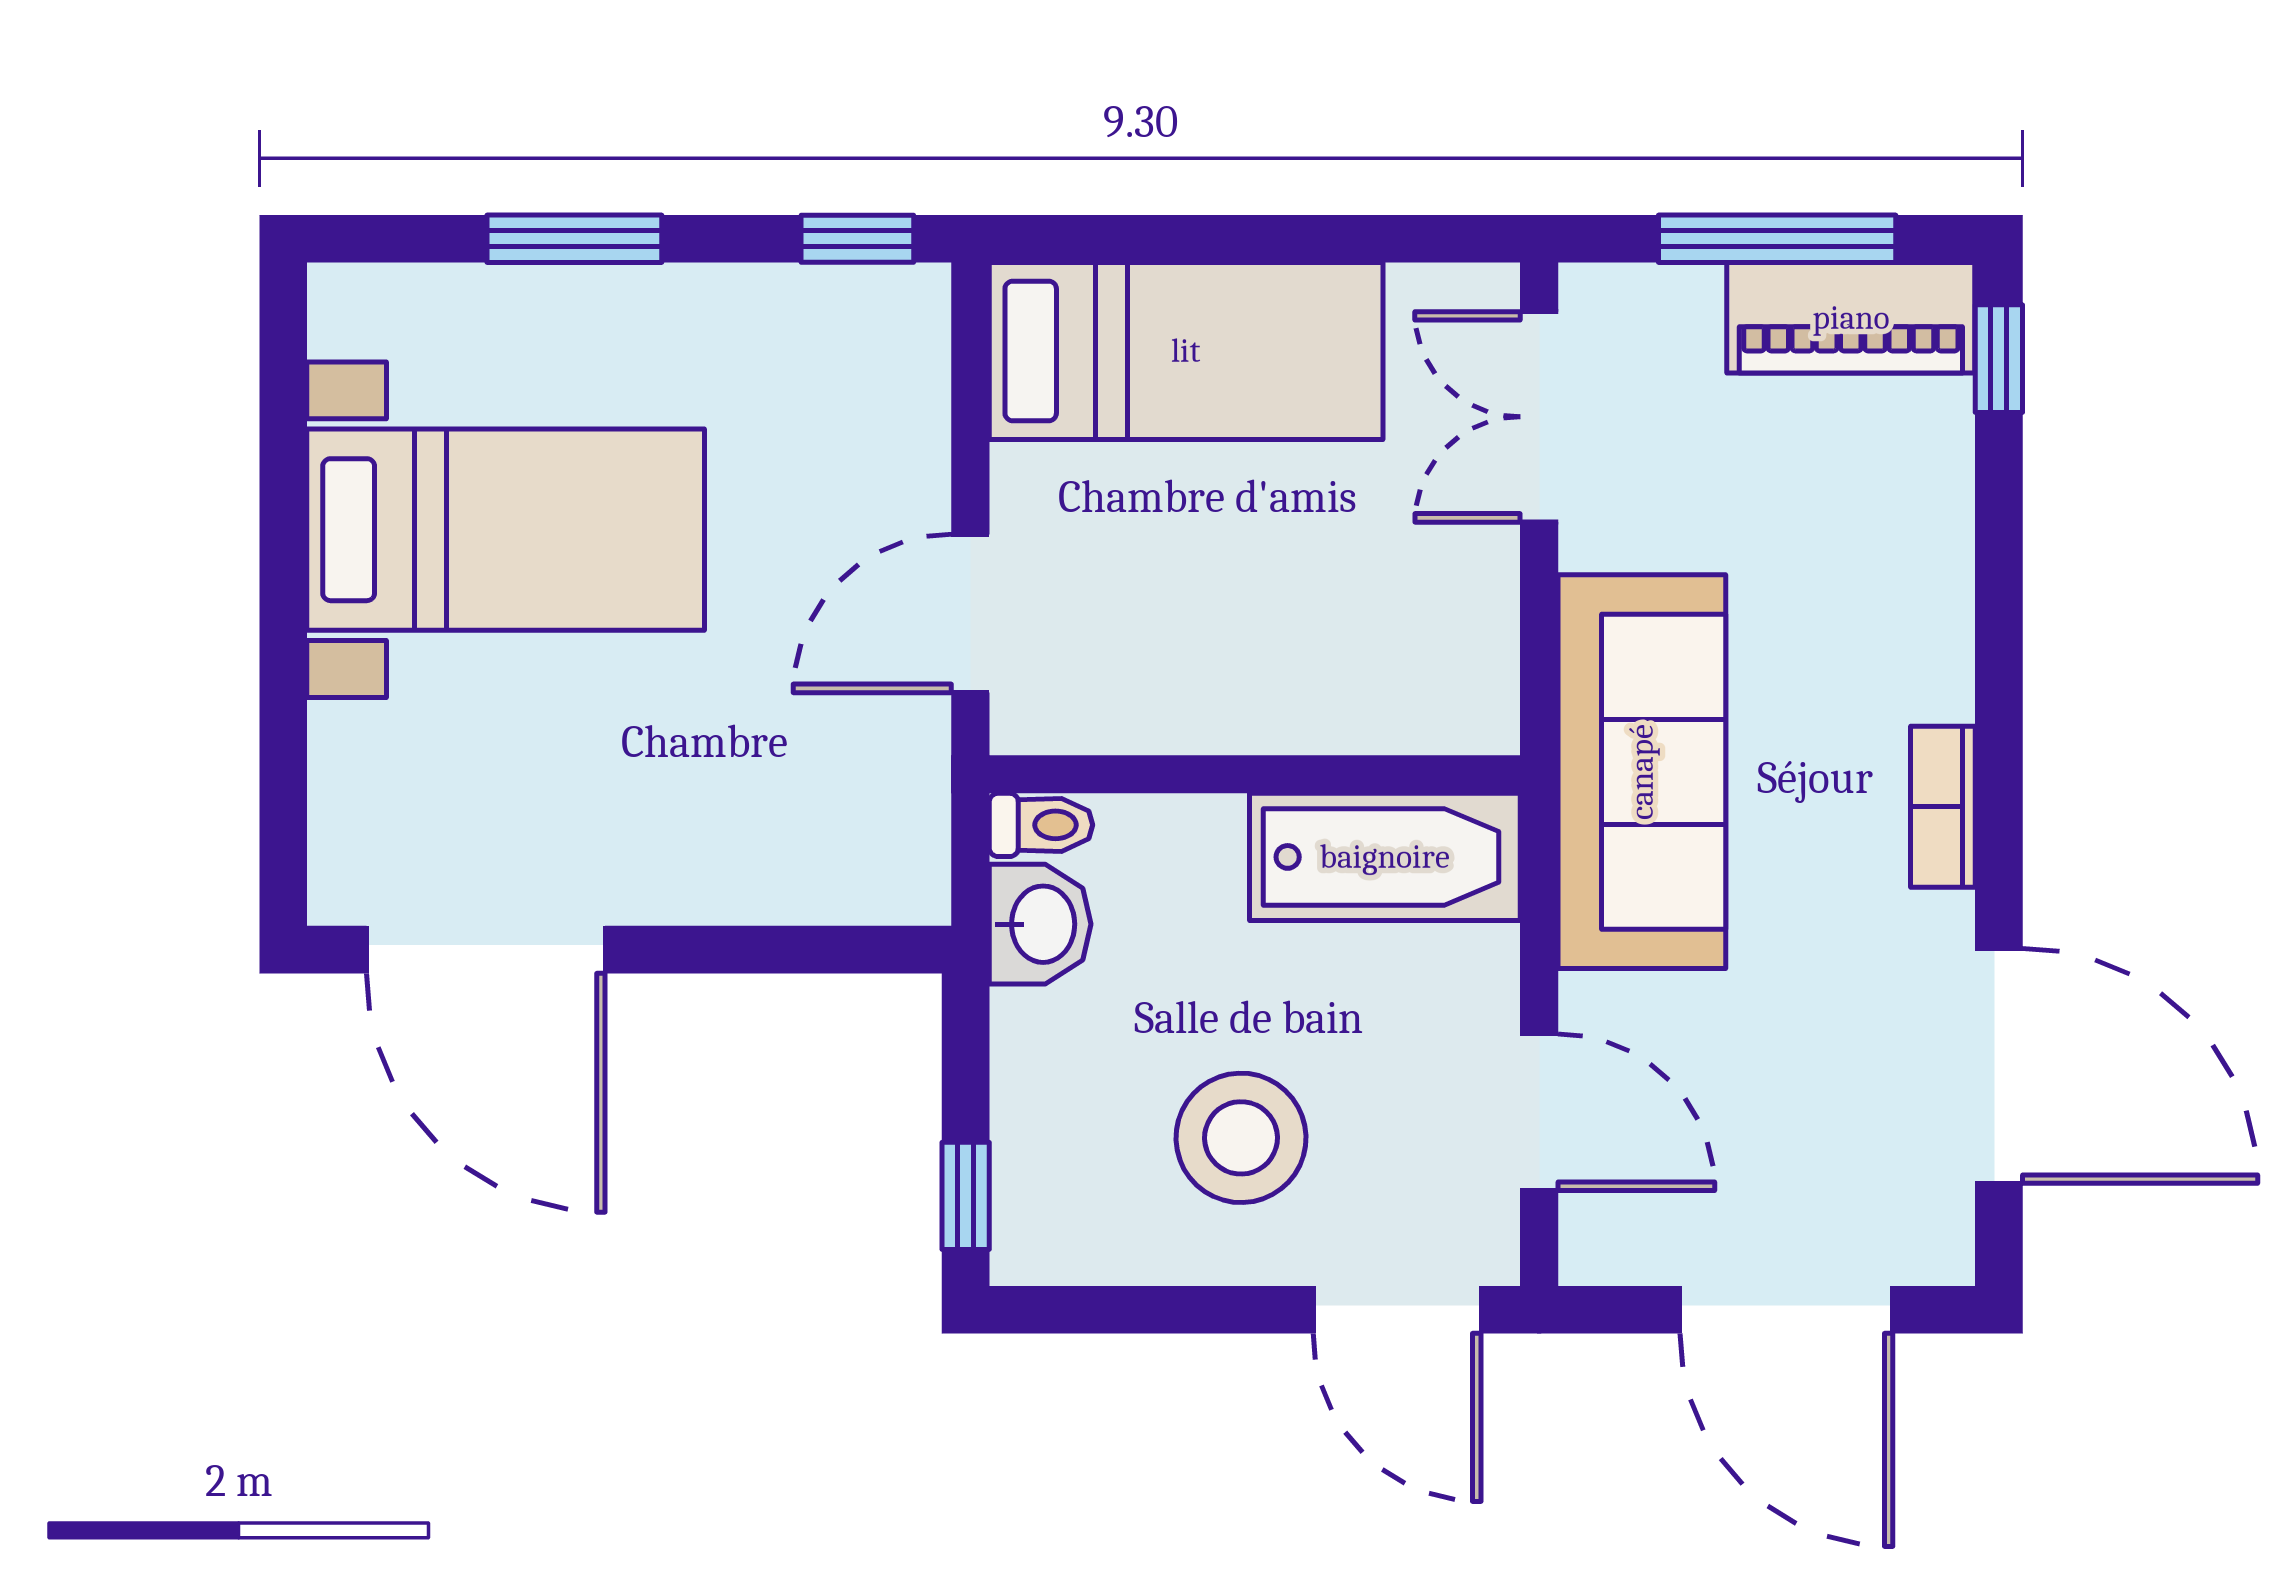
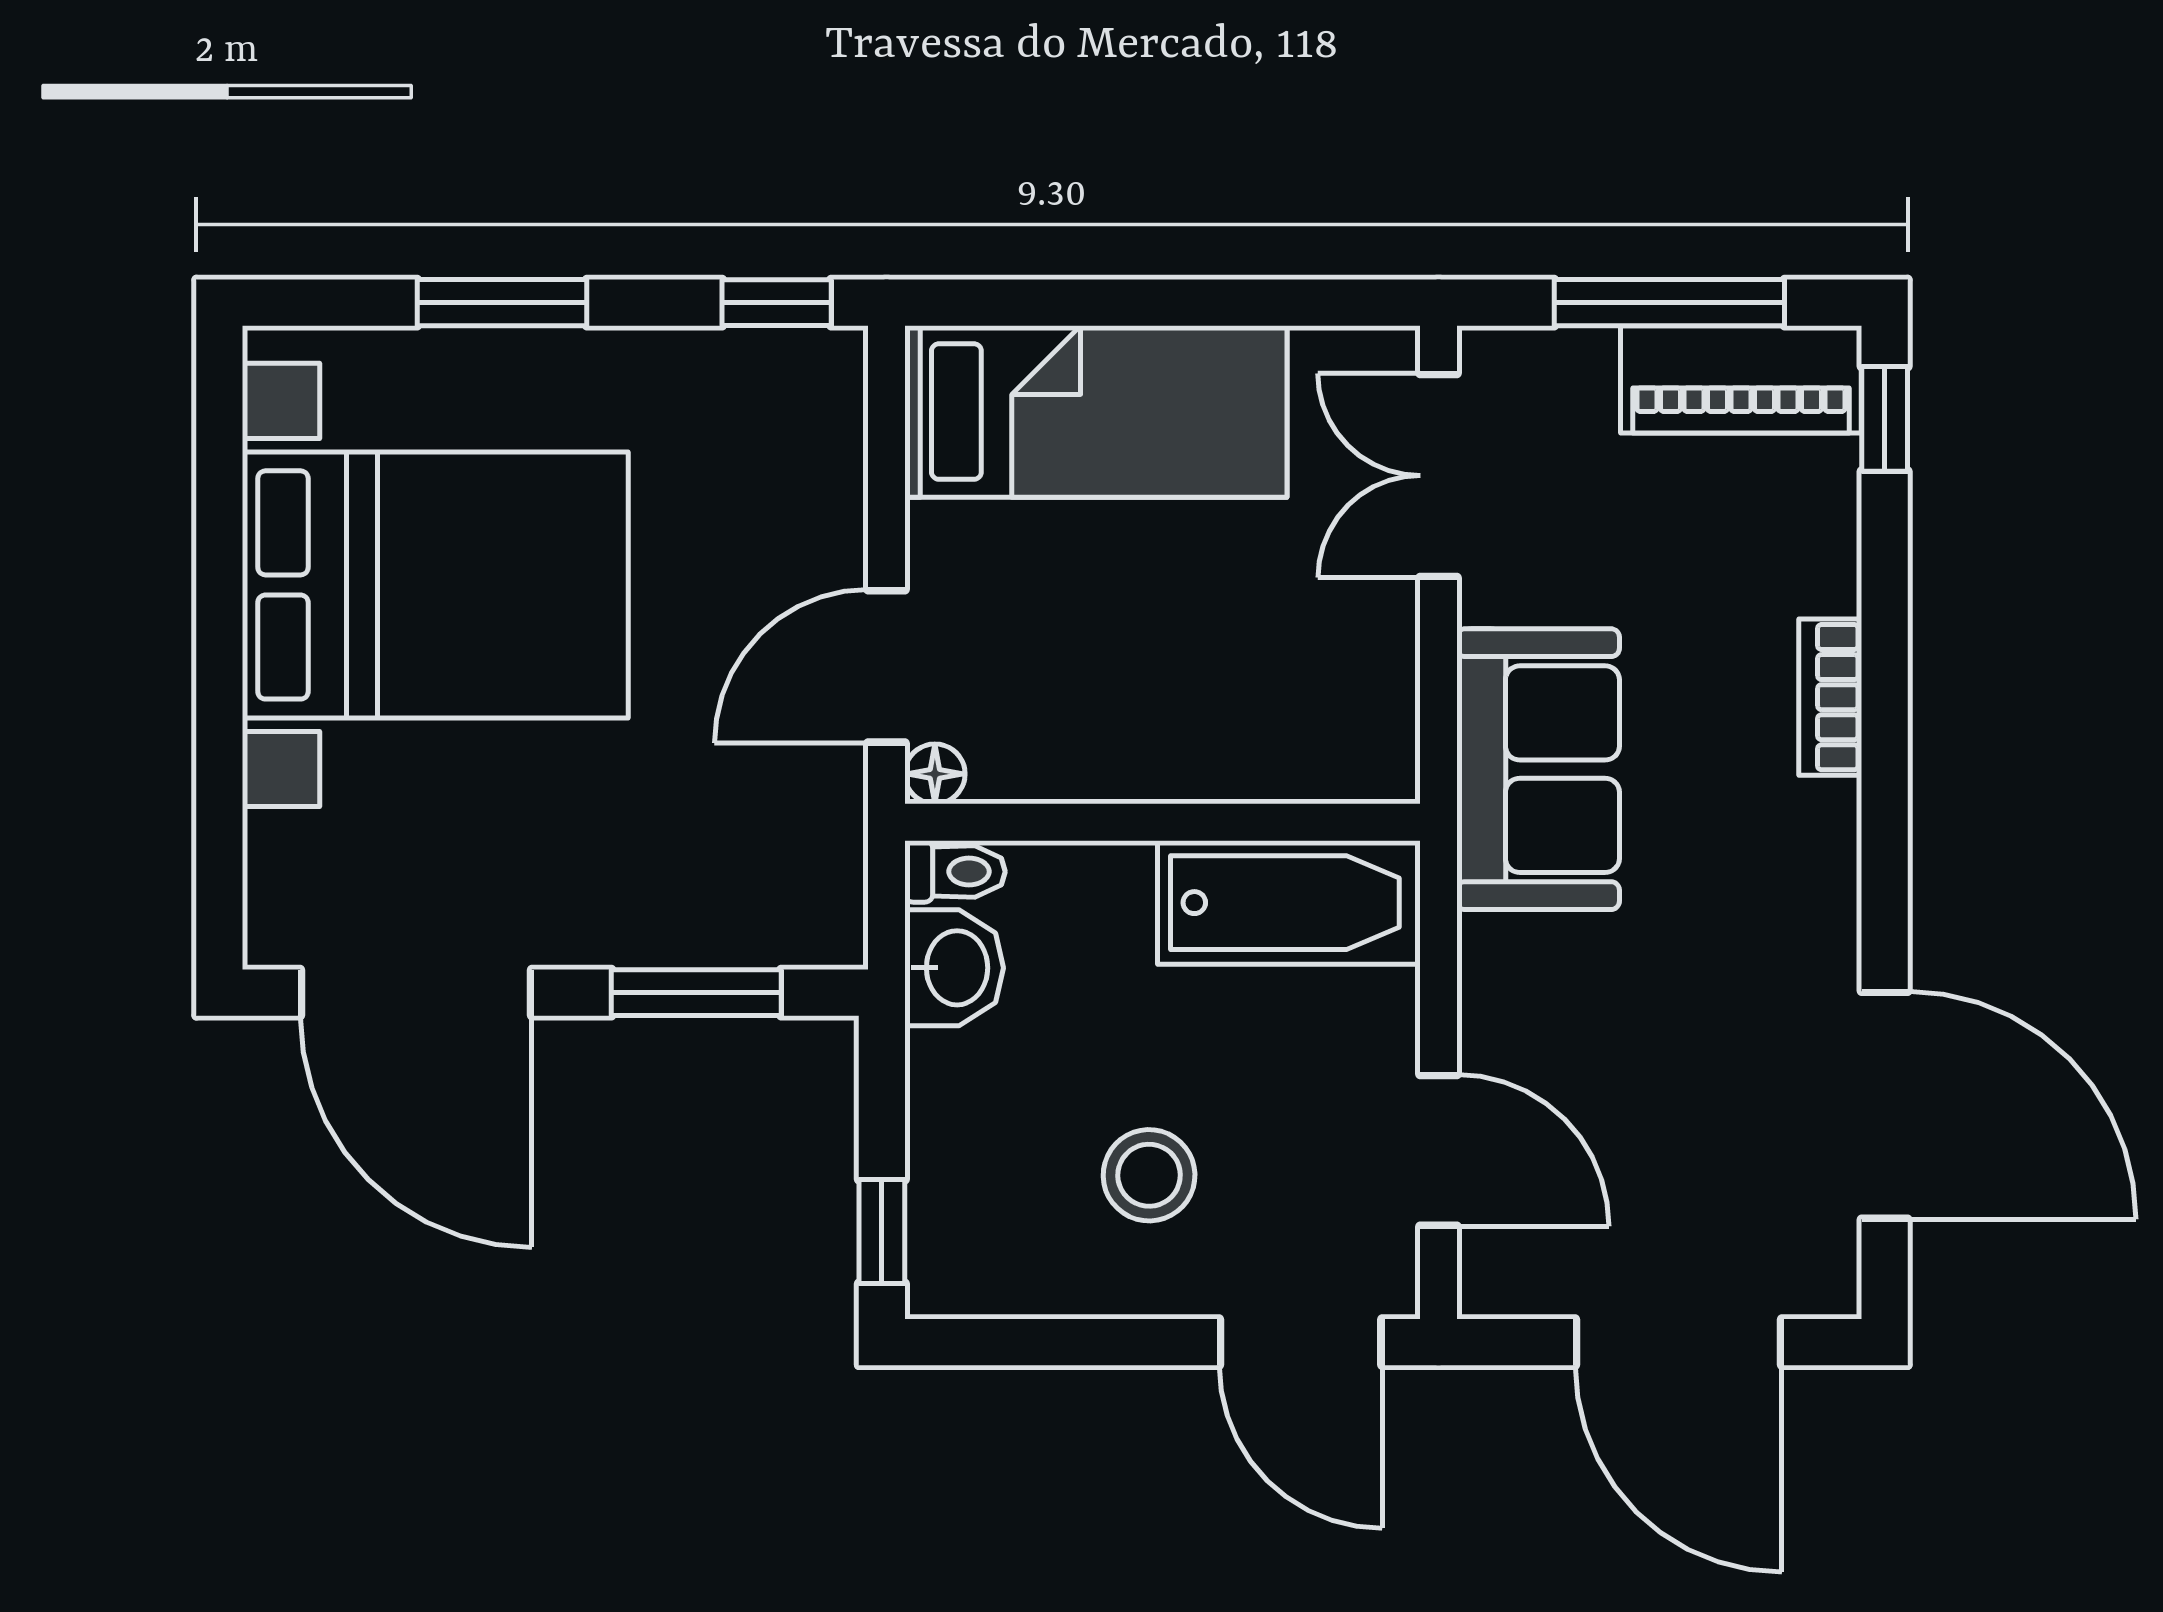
bed with nightstands: (506, 530) -> (435, 585), width x1.36
floor lamp: (1020, 724) -> (935, 774), added
sofa: (1642, 772) -> (1538, 769), width x0.73
bookcase: (1943, 807) -> (1830, 697), moved
window: (774, 950) -> (696, 993), added
stool: (1241, 1138) -> (1149, 1175), width x0.73, depth x0.73

